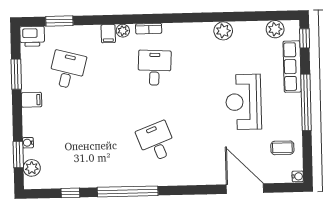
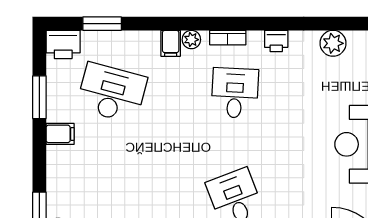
printer: (183, 30) -> (276, 41), added
desk: (67, 70) -> (112, 93), width x1.37
water cooler: (28, 143) -> (54, 194), removed

